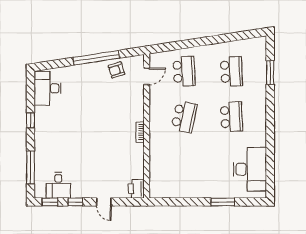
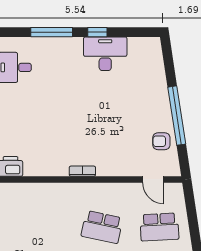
armchair: (116, 70) -> (161, 141), turned -72
desk: (48, 88) -> (105, 54), moved
window: (30, 167) -> (52, 32), moved

